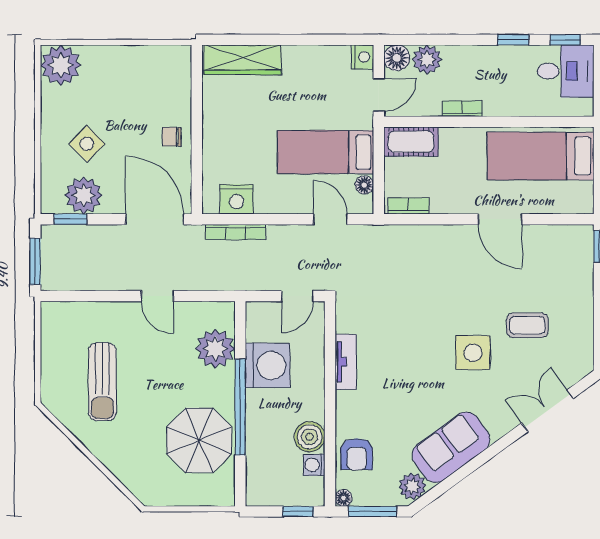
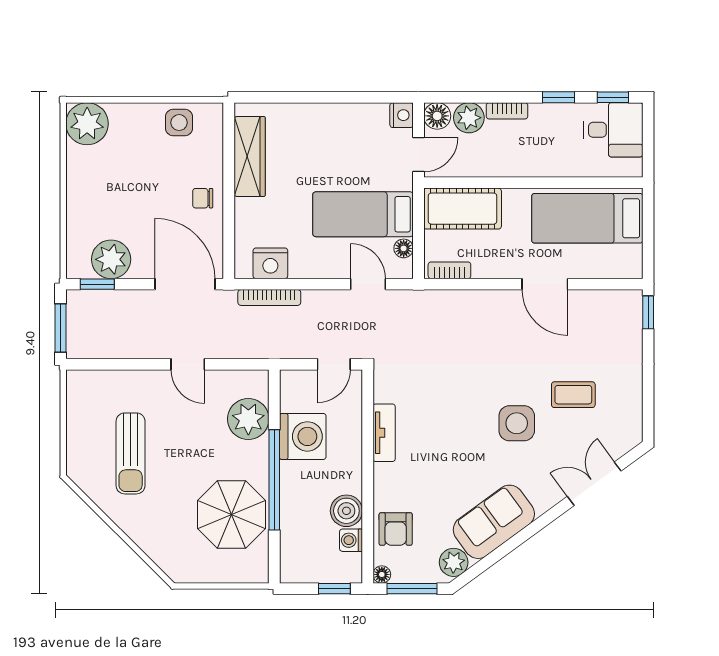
wardrobe: (243, 60) -> (250, 156), moved, turned -90
bookcase: (462, 109) -> (507, 111), moved, turned 180
cot: (411, 142) -> (463, 209), width x1.37, depth x1.34
side table: (87, 144) -> (179, 123), moved, turned 45

